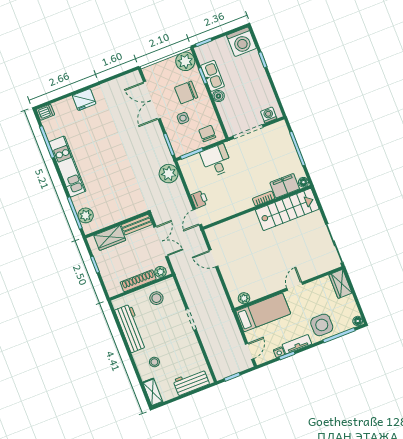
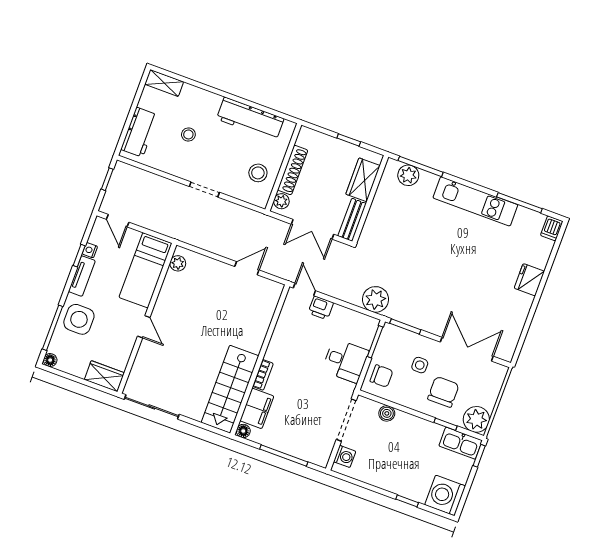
kitchen sink: (213, 76) -> (461, 443), moved
boiler: (218, 96) -> (387, 413), moved
stool: (154, 362) -> (188, 134), moved

